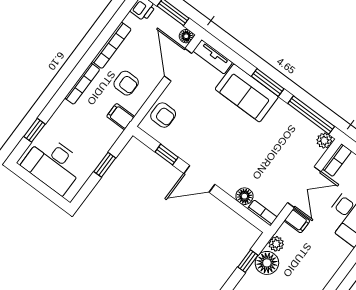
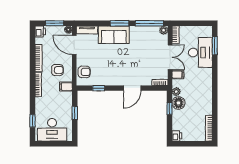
door: (199, 179) -> (132, 88), moved
floor lamp: (244, 196) -> (147, 81), removed

